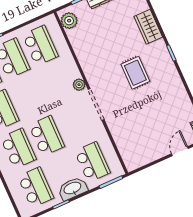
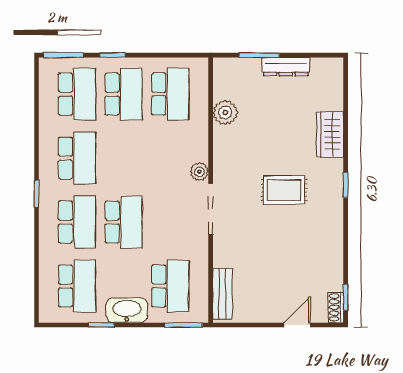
plant: (69, 21) -> (225, 112), moved
rug: (135, 73) -> (284, 190), turned 90
bench: (126, 153) -> (223, 294), added

